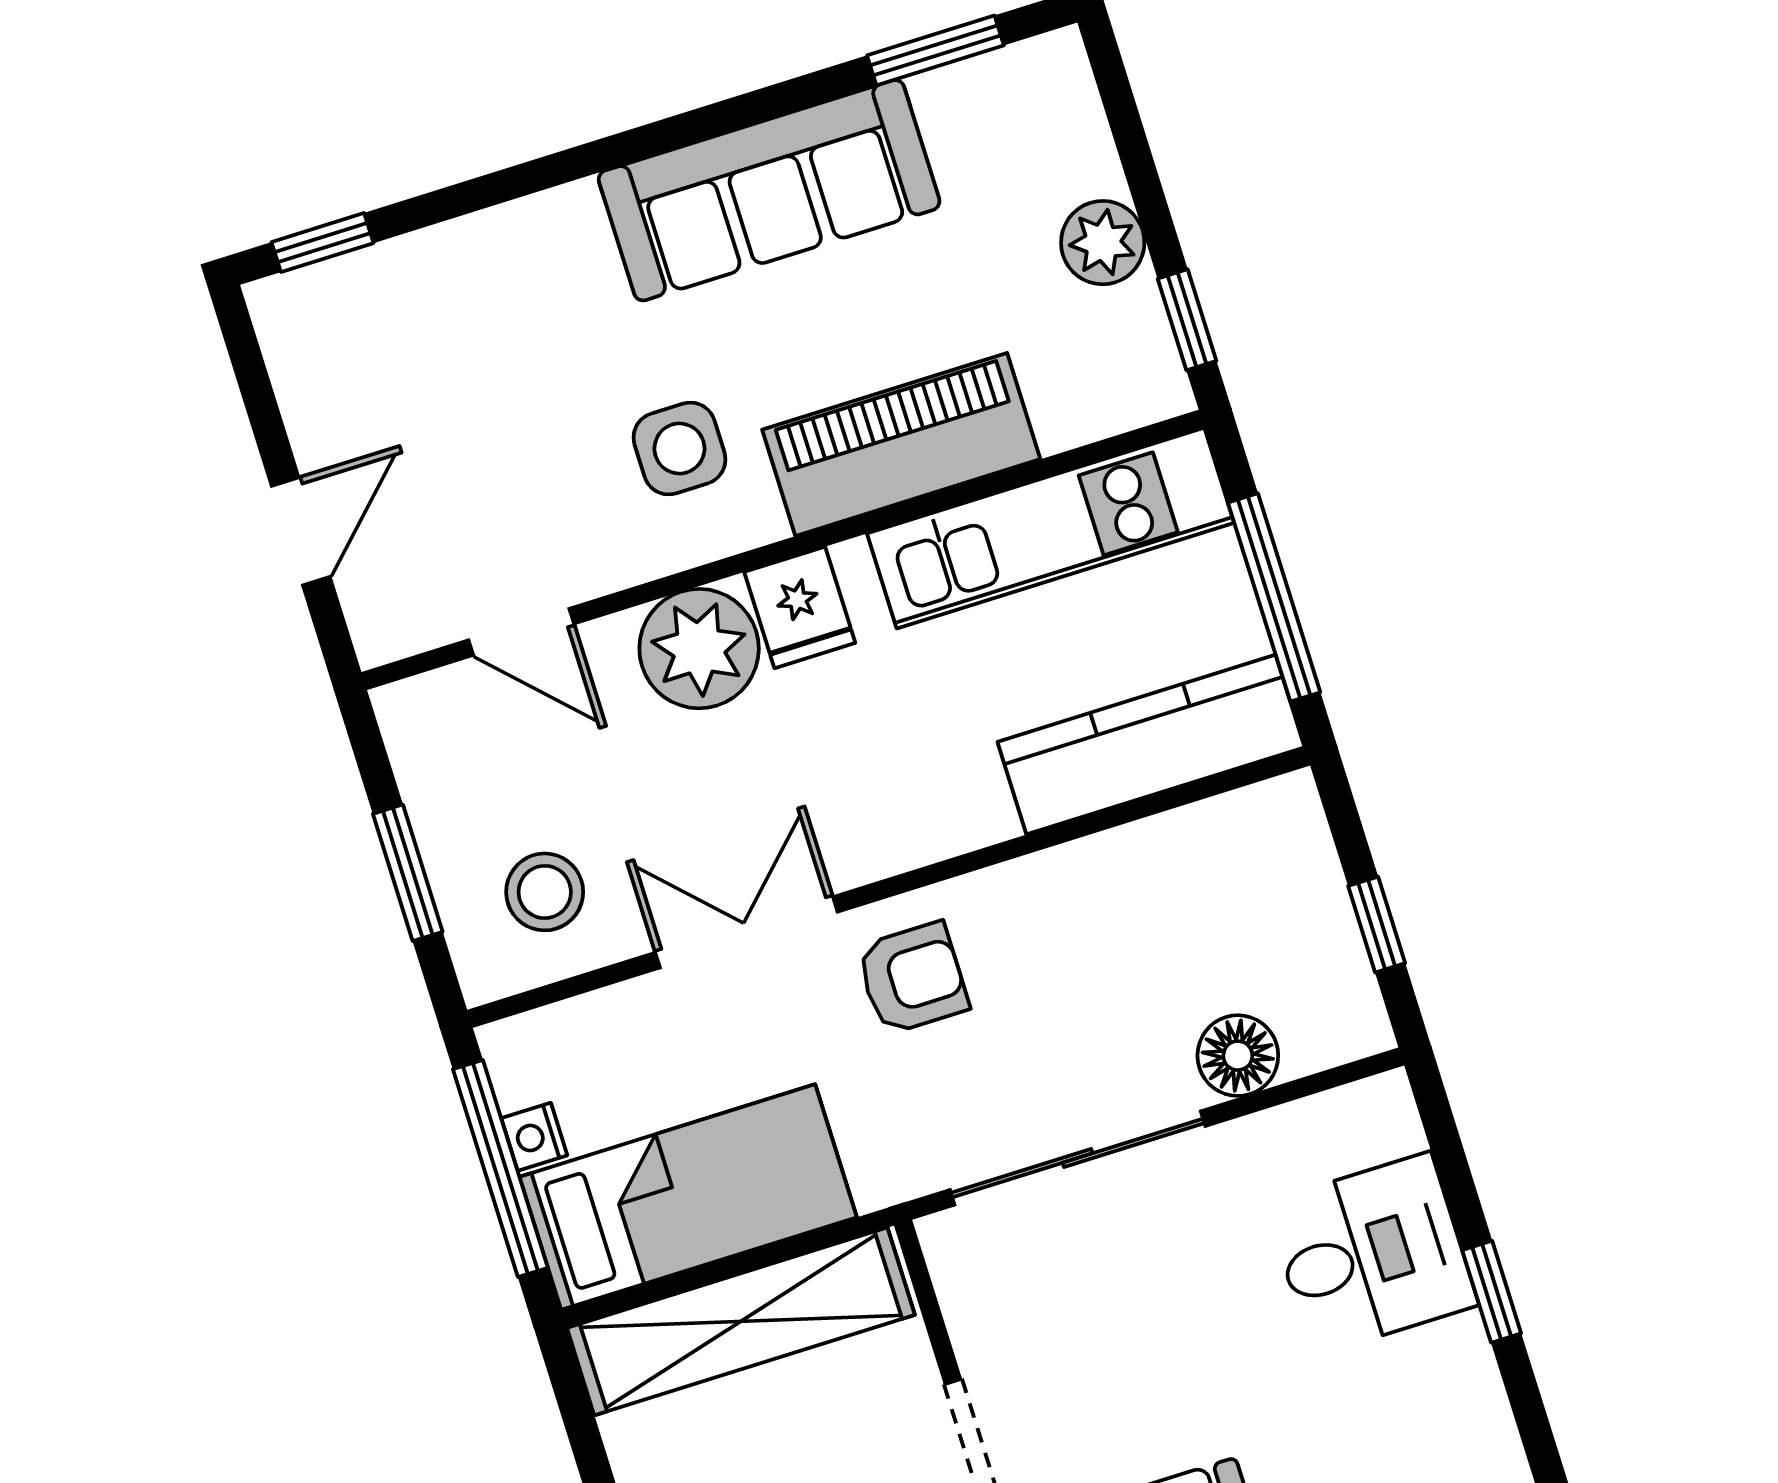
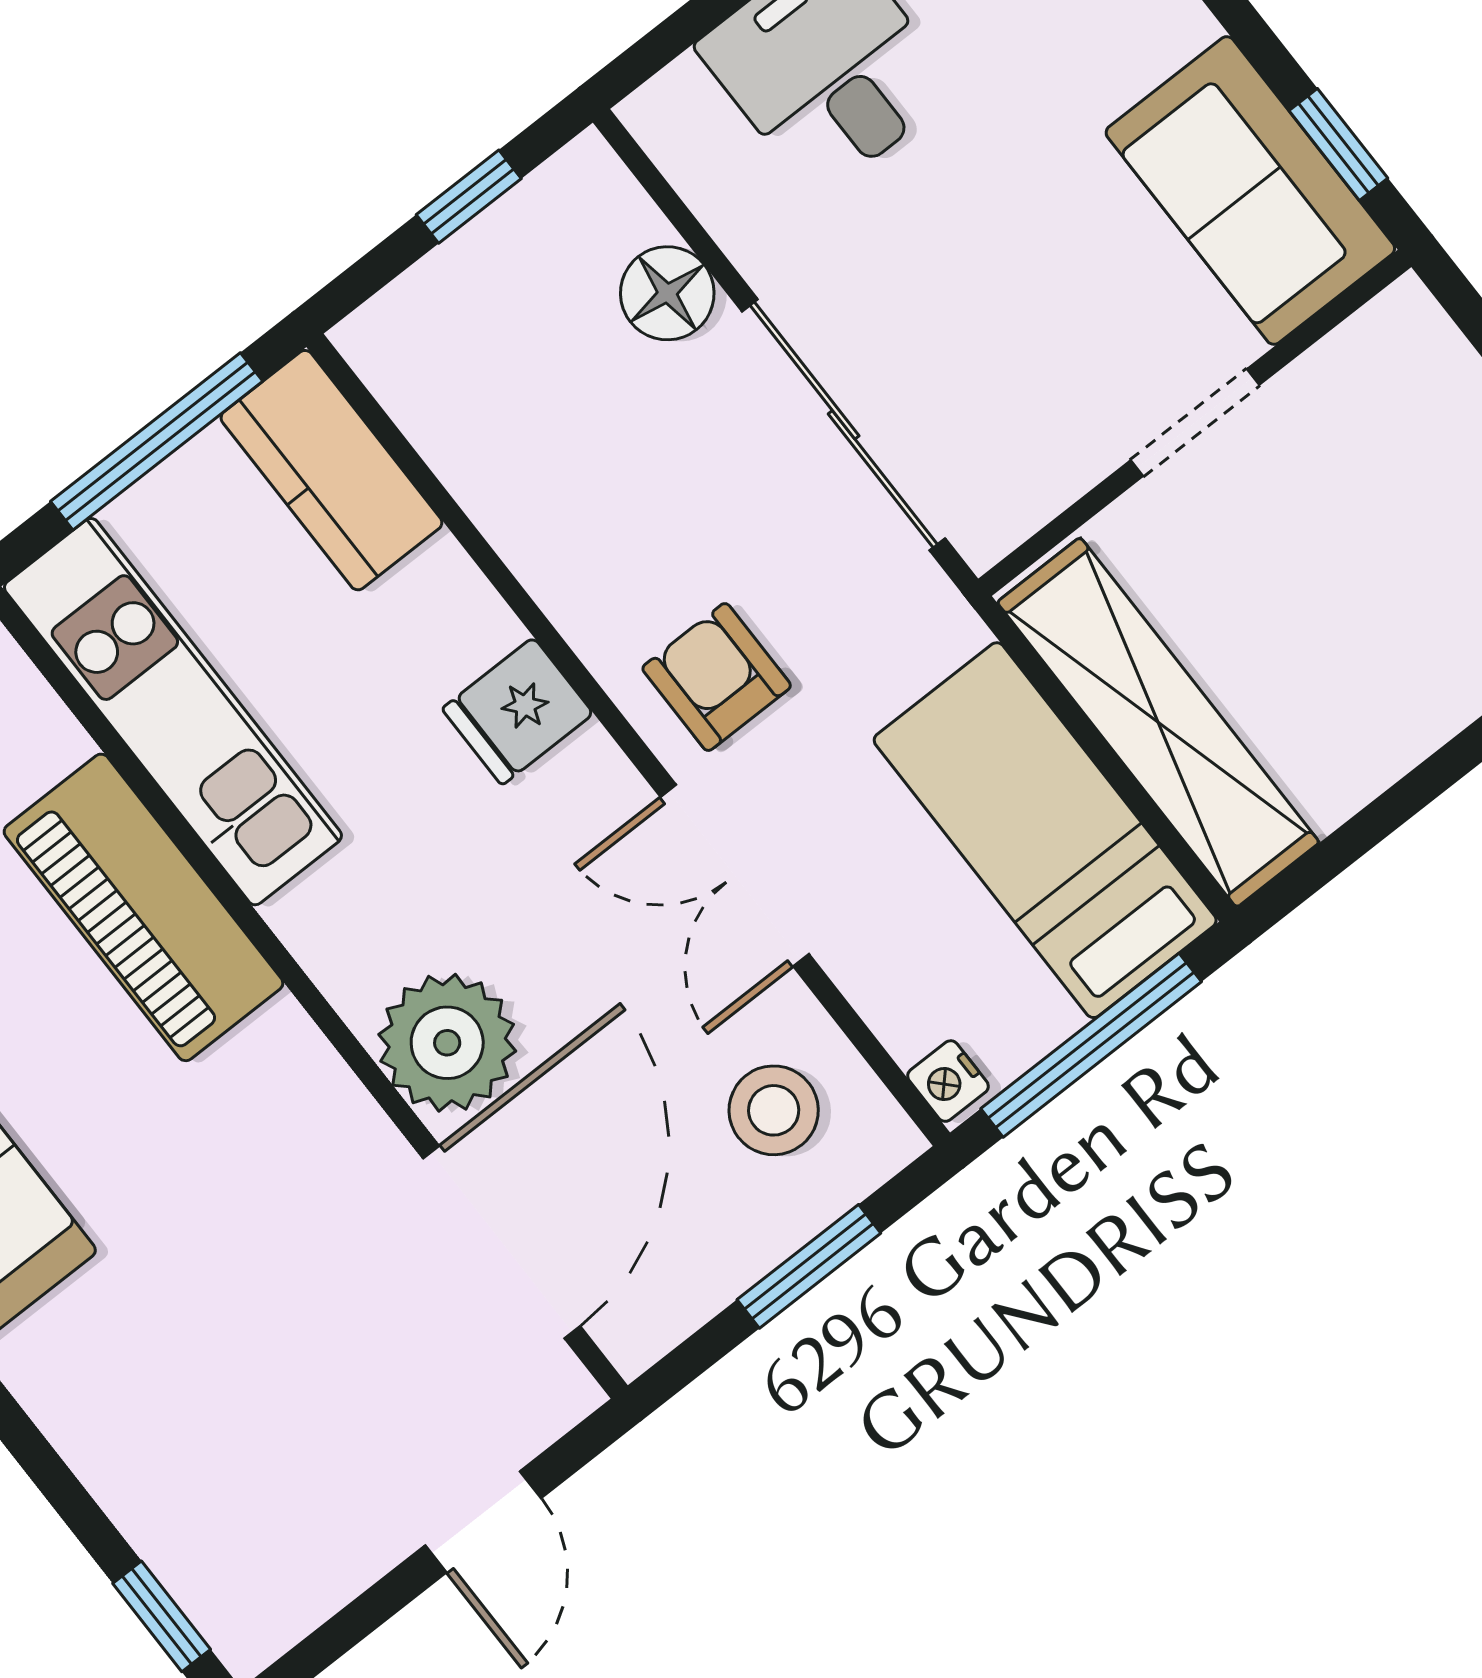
side table: (679, 449) -> (239, 1146), removed
door: (301, 531) -> (483, 1522), swing flipped
fridge: (800, 607) -> (518, 711), moved, turned 180
door: (521, 632) -> (502, 1242), width x1.87
kitchen counter: (1151, 745) -> (331, 470), width x0.67
nightstand: (534, 1137) -> (948, 1081), moved, turned 90

